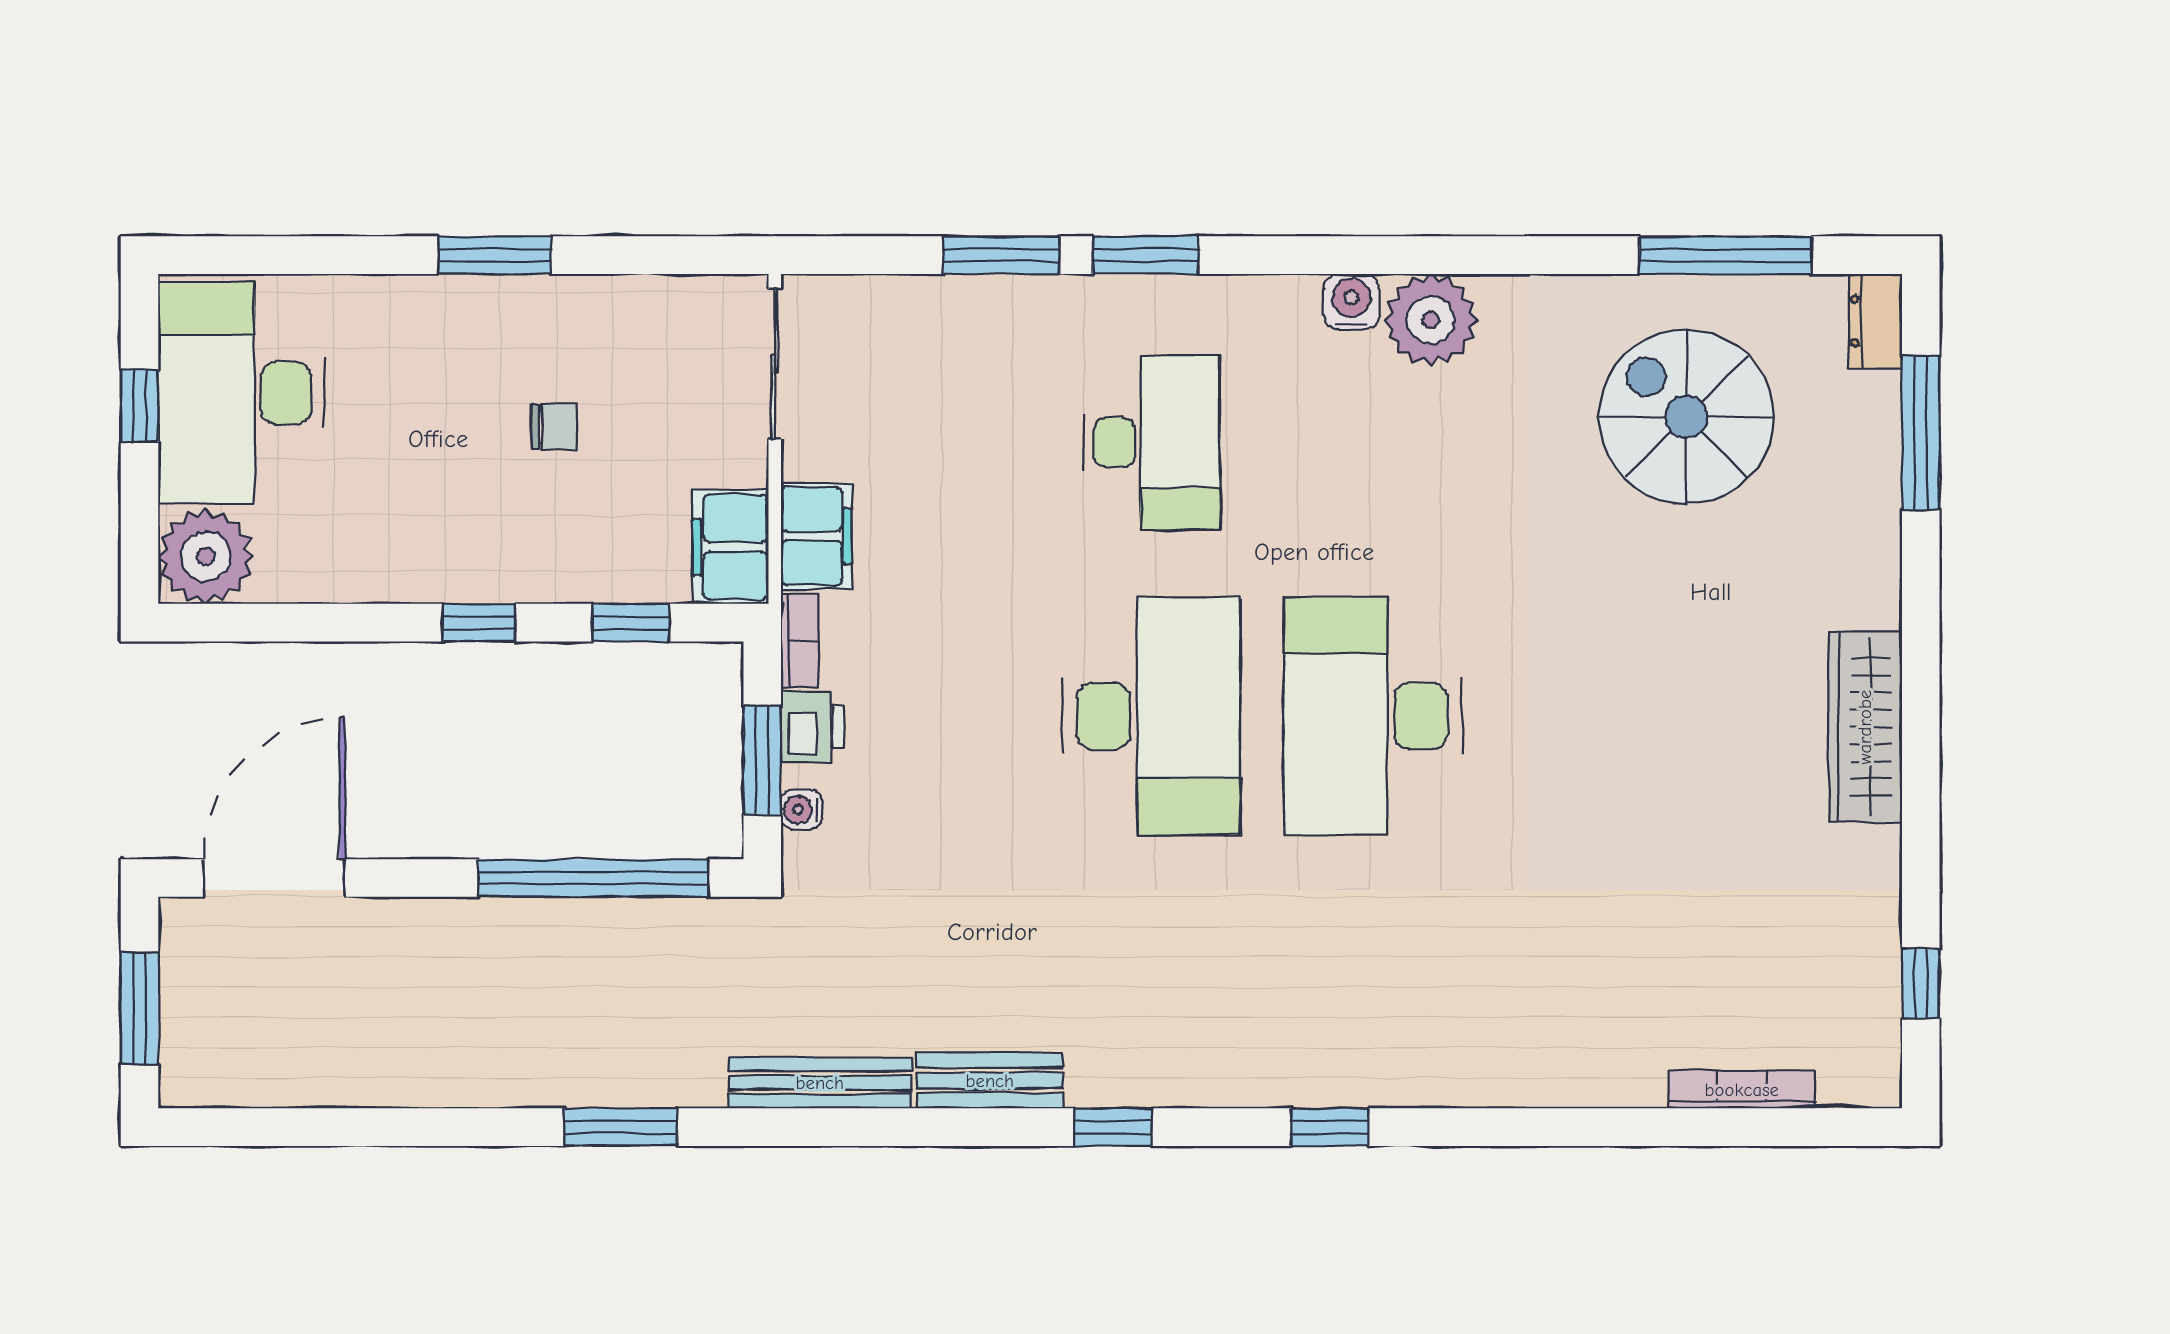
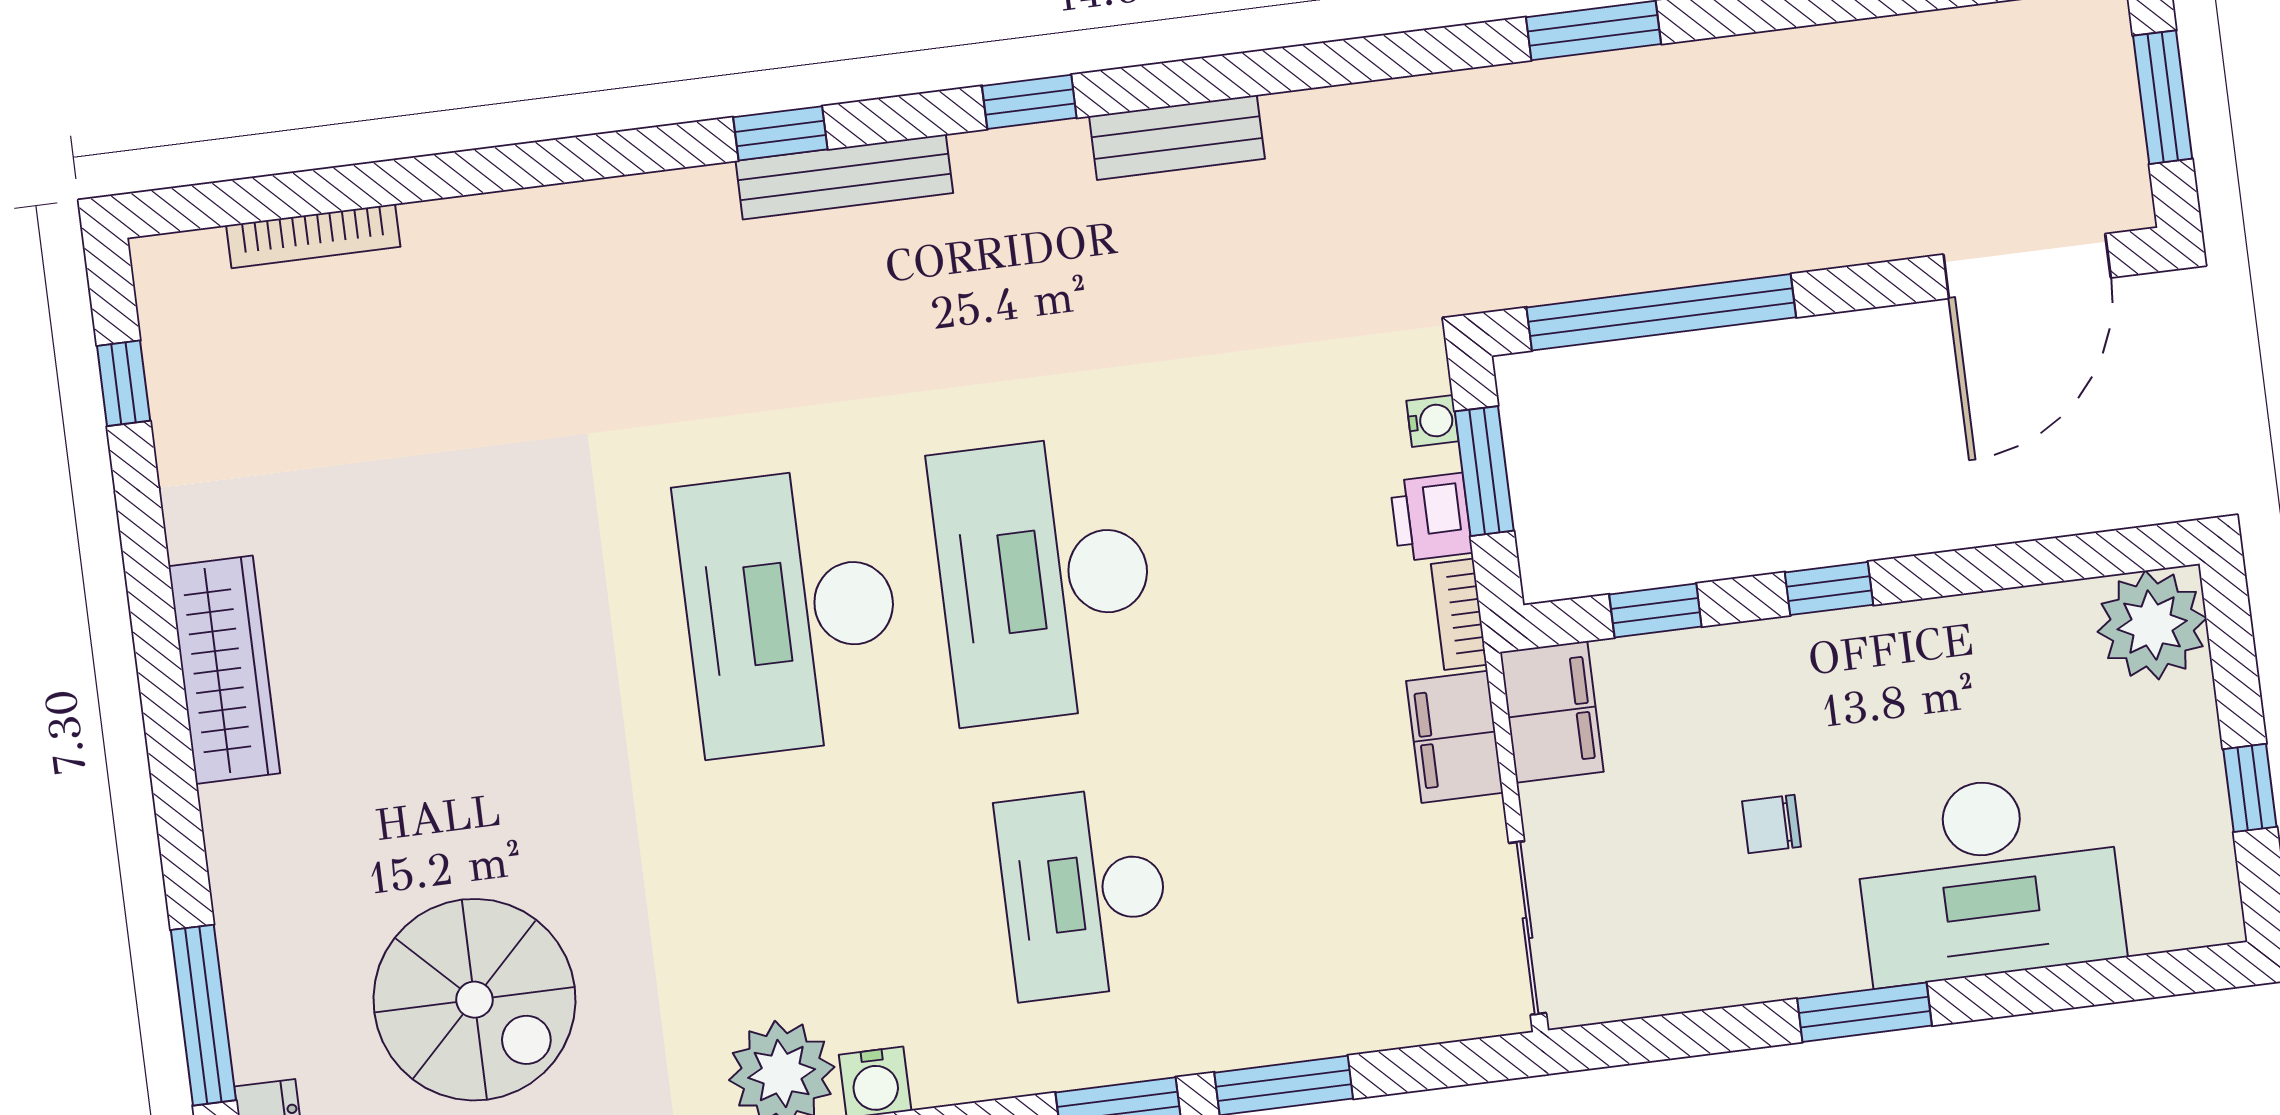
desk: (241, 393) -> (1989, 878), moved, turned 90
desk: (1373, 716) -> (790, 611), turned 180
bench: (820, 1083) -> (844, 177), moved

